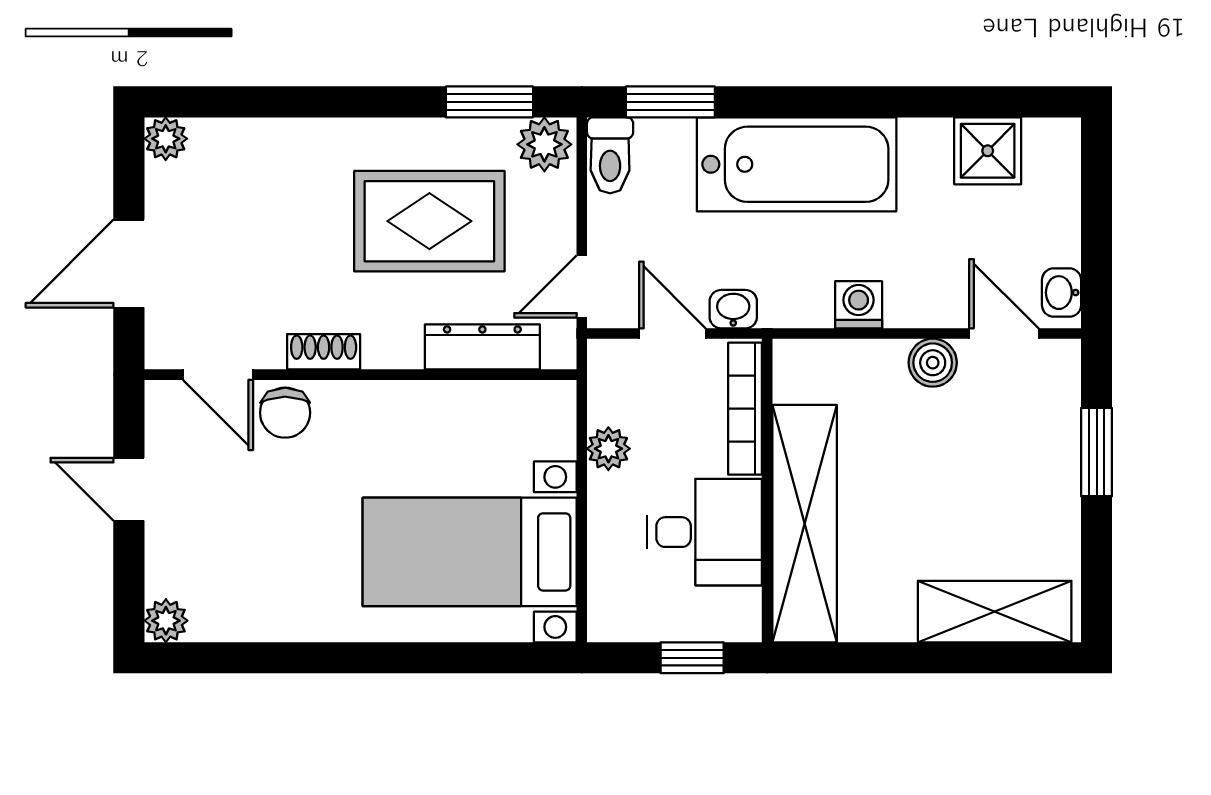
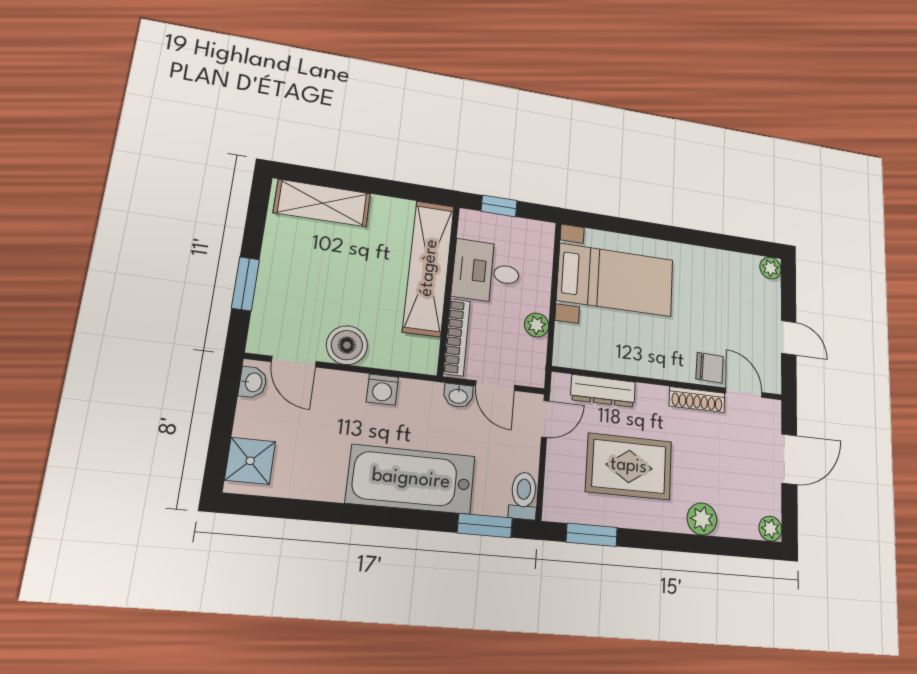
plant: (544, 144) -> (702, 519), moved
shower: (988, 151) -> (250, 461), moved
shoe rack: (324, 352) -> (697, 400), width x1.43
boiler: (933, 363) -> (347, 345), width x1.36, depth x1.36
chair: (285, 413) -> (710, 368), turned 92

